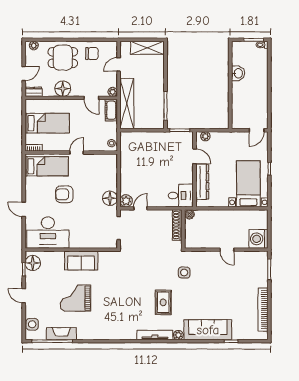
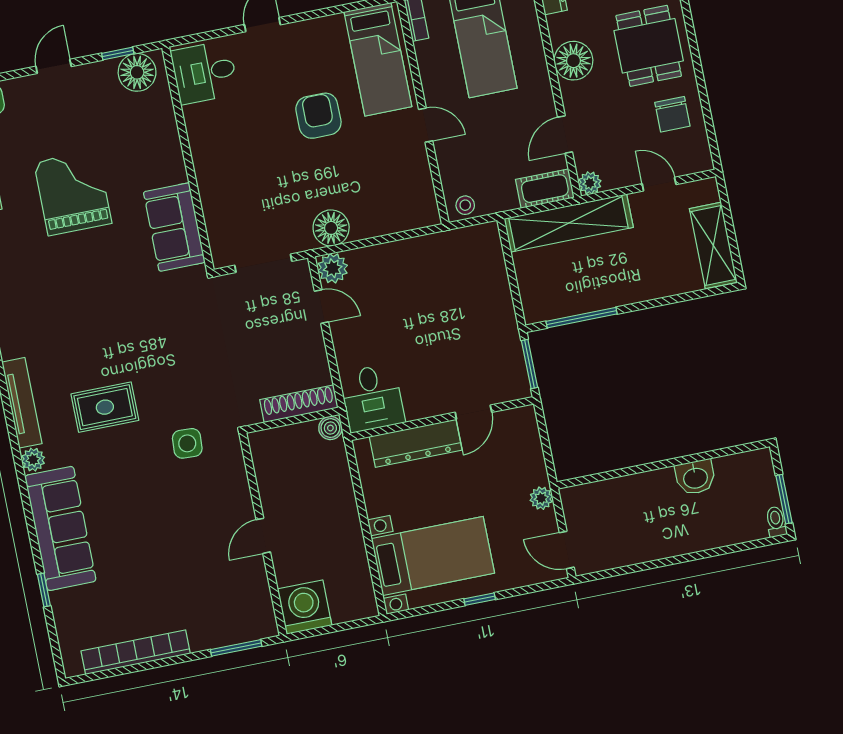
plant: (205, 136) -> (541, 498), moved
desk: (48, 233) -> (205, 72), width x0.53, depth x0.77
sofa: (81, 261) -> (174, 227), moved

